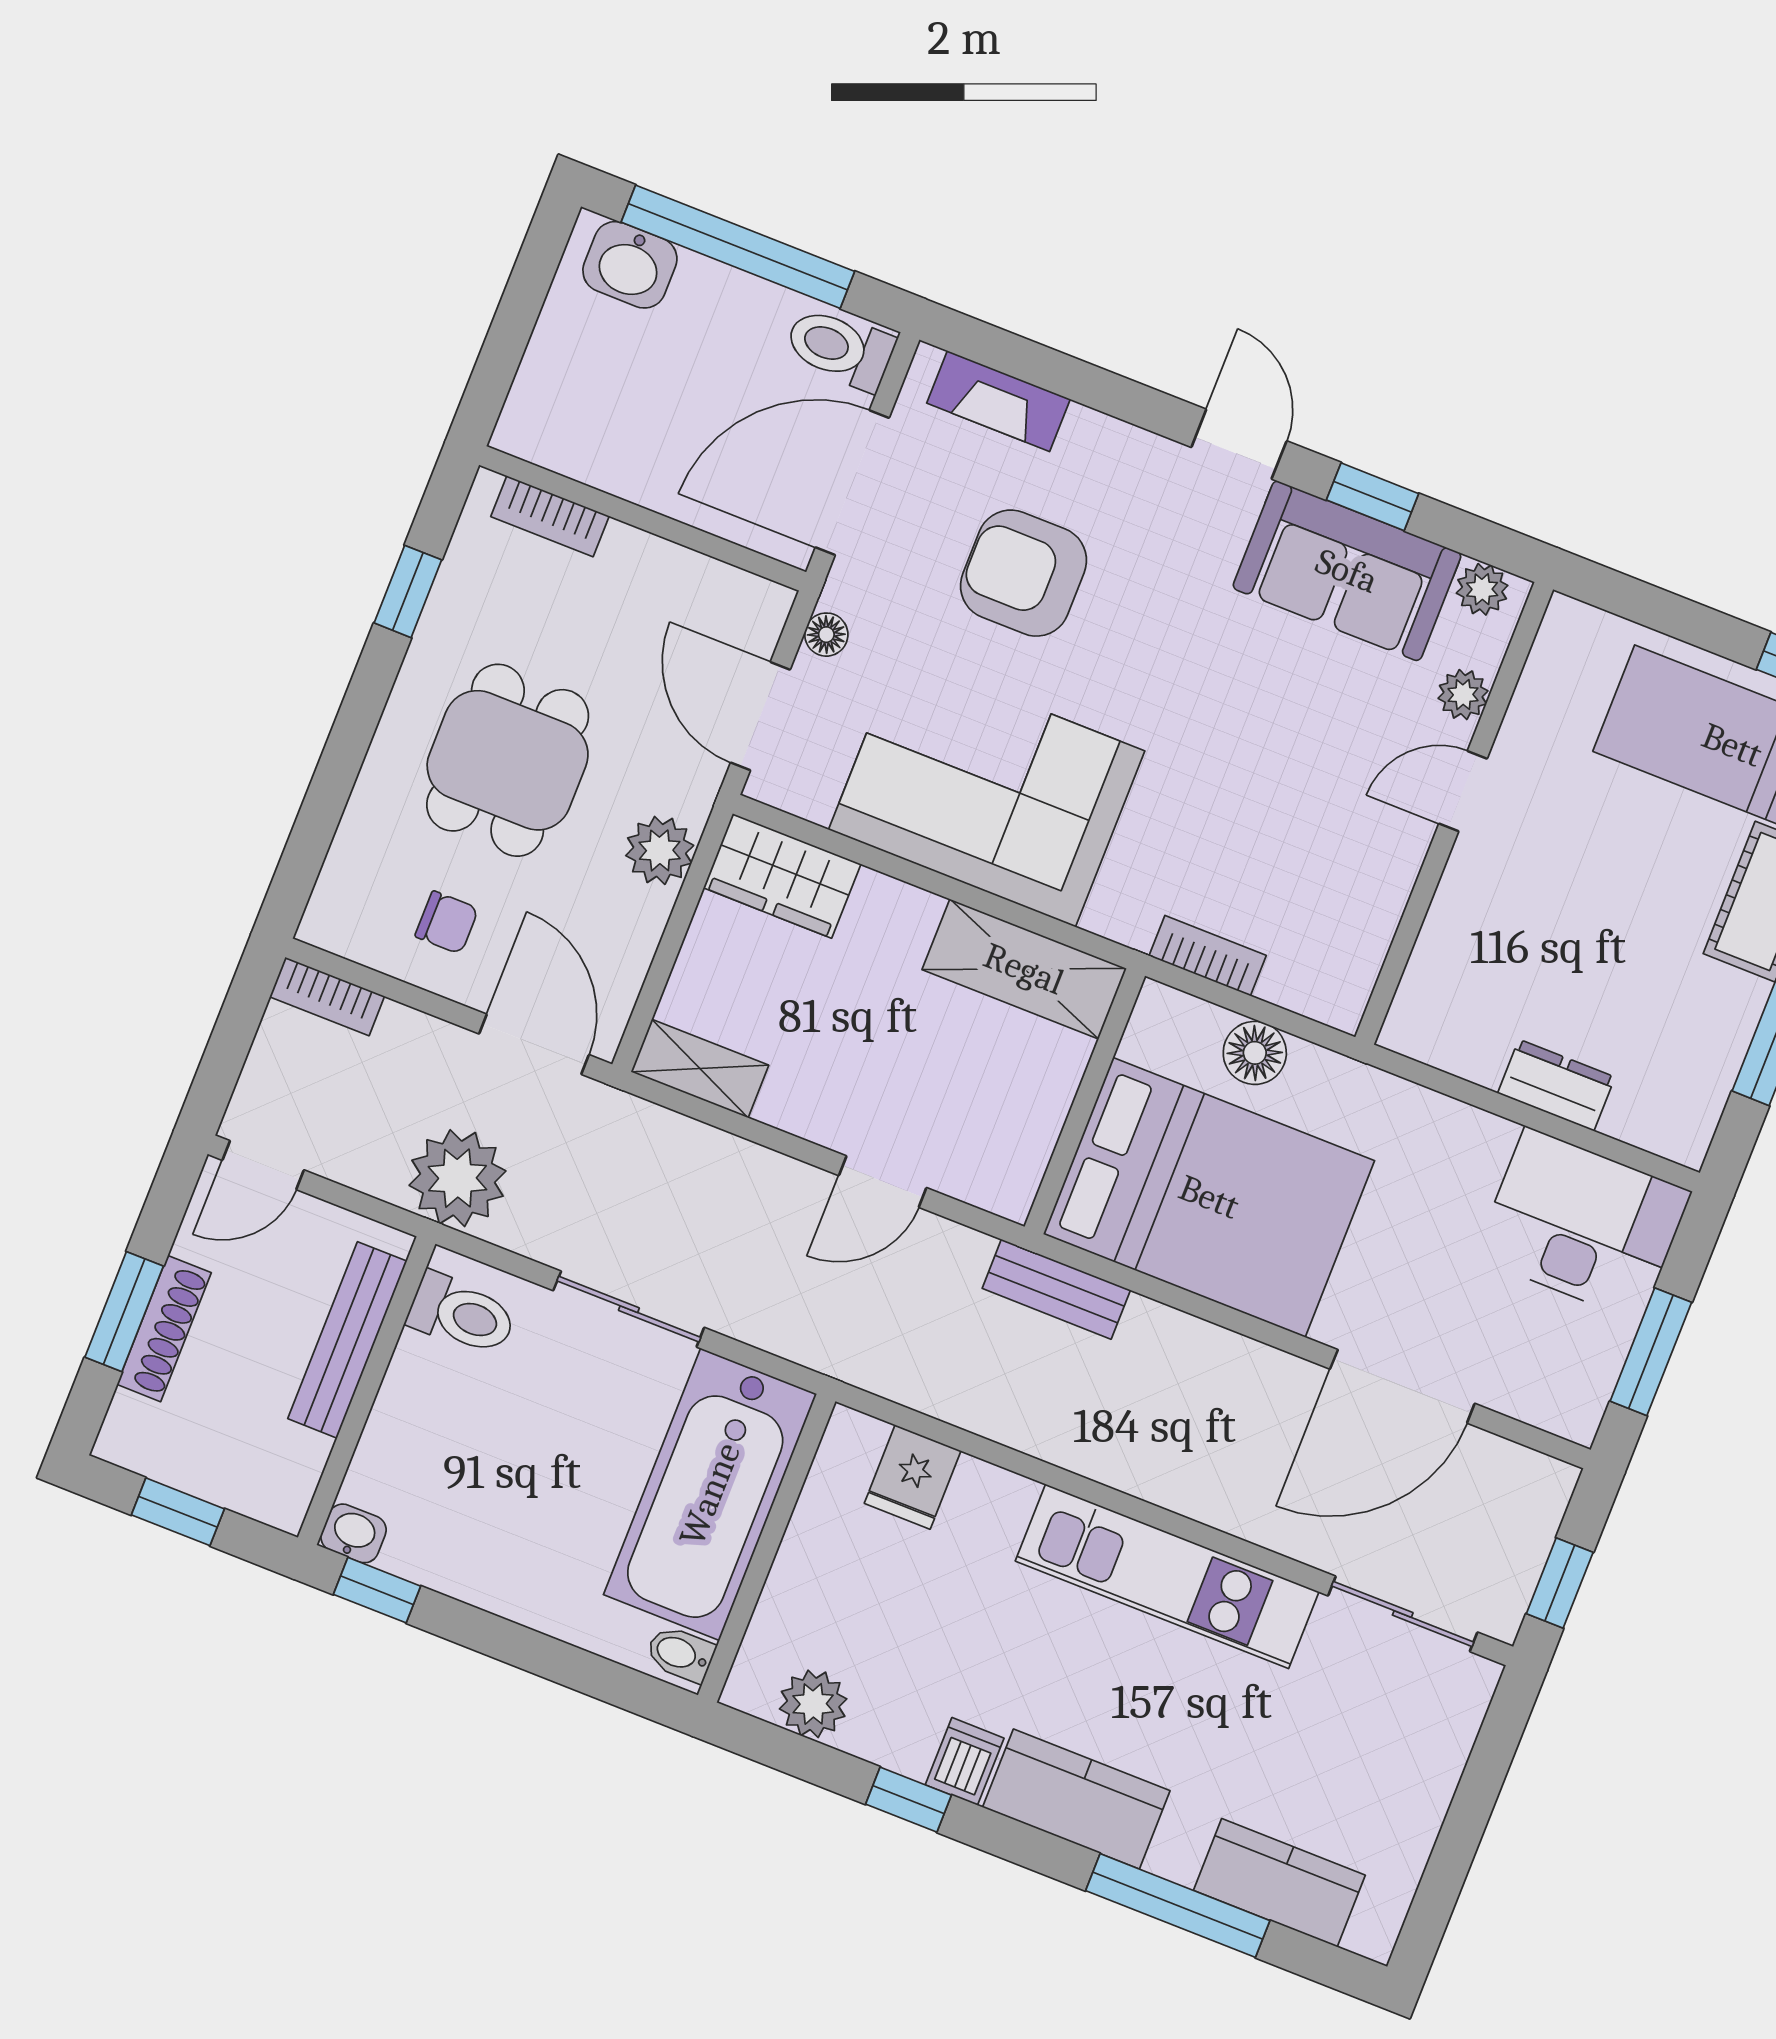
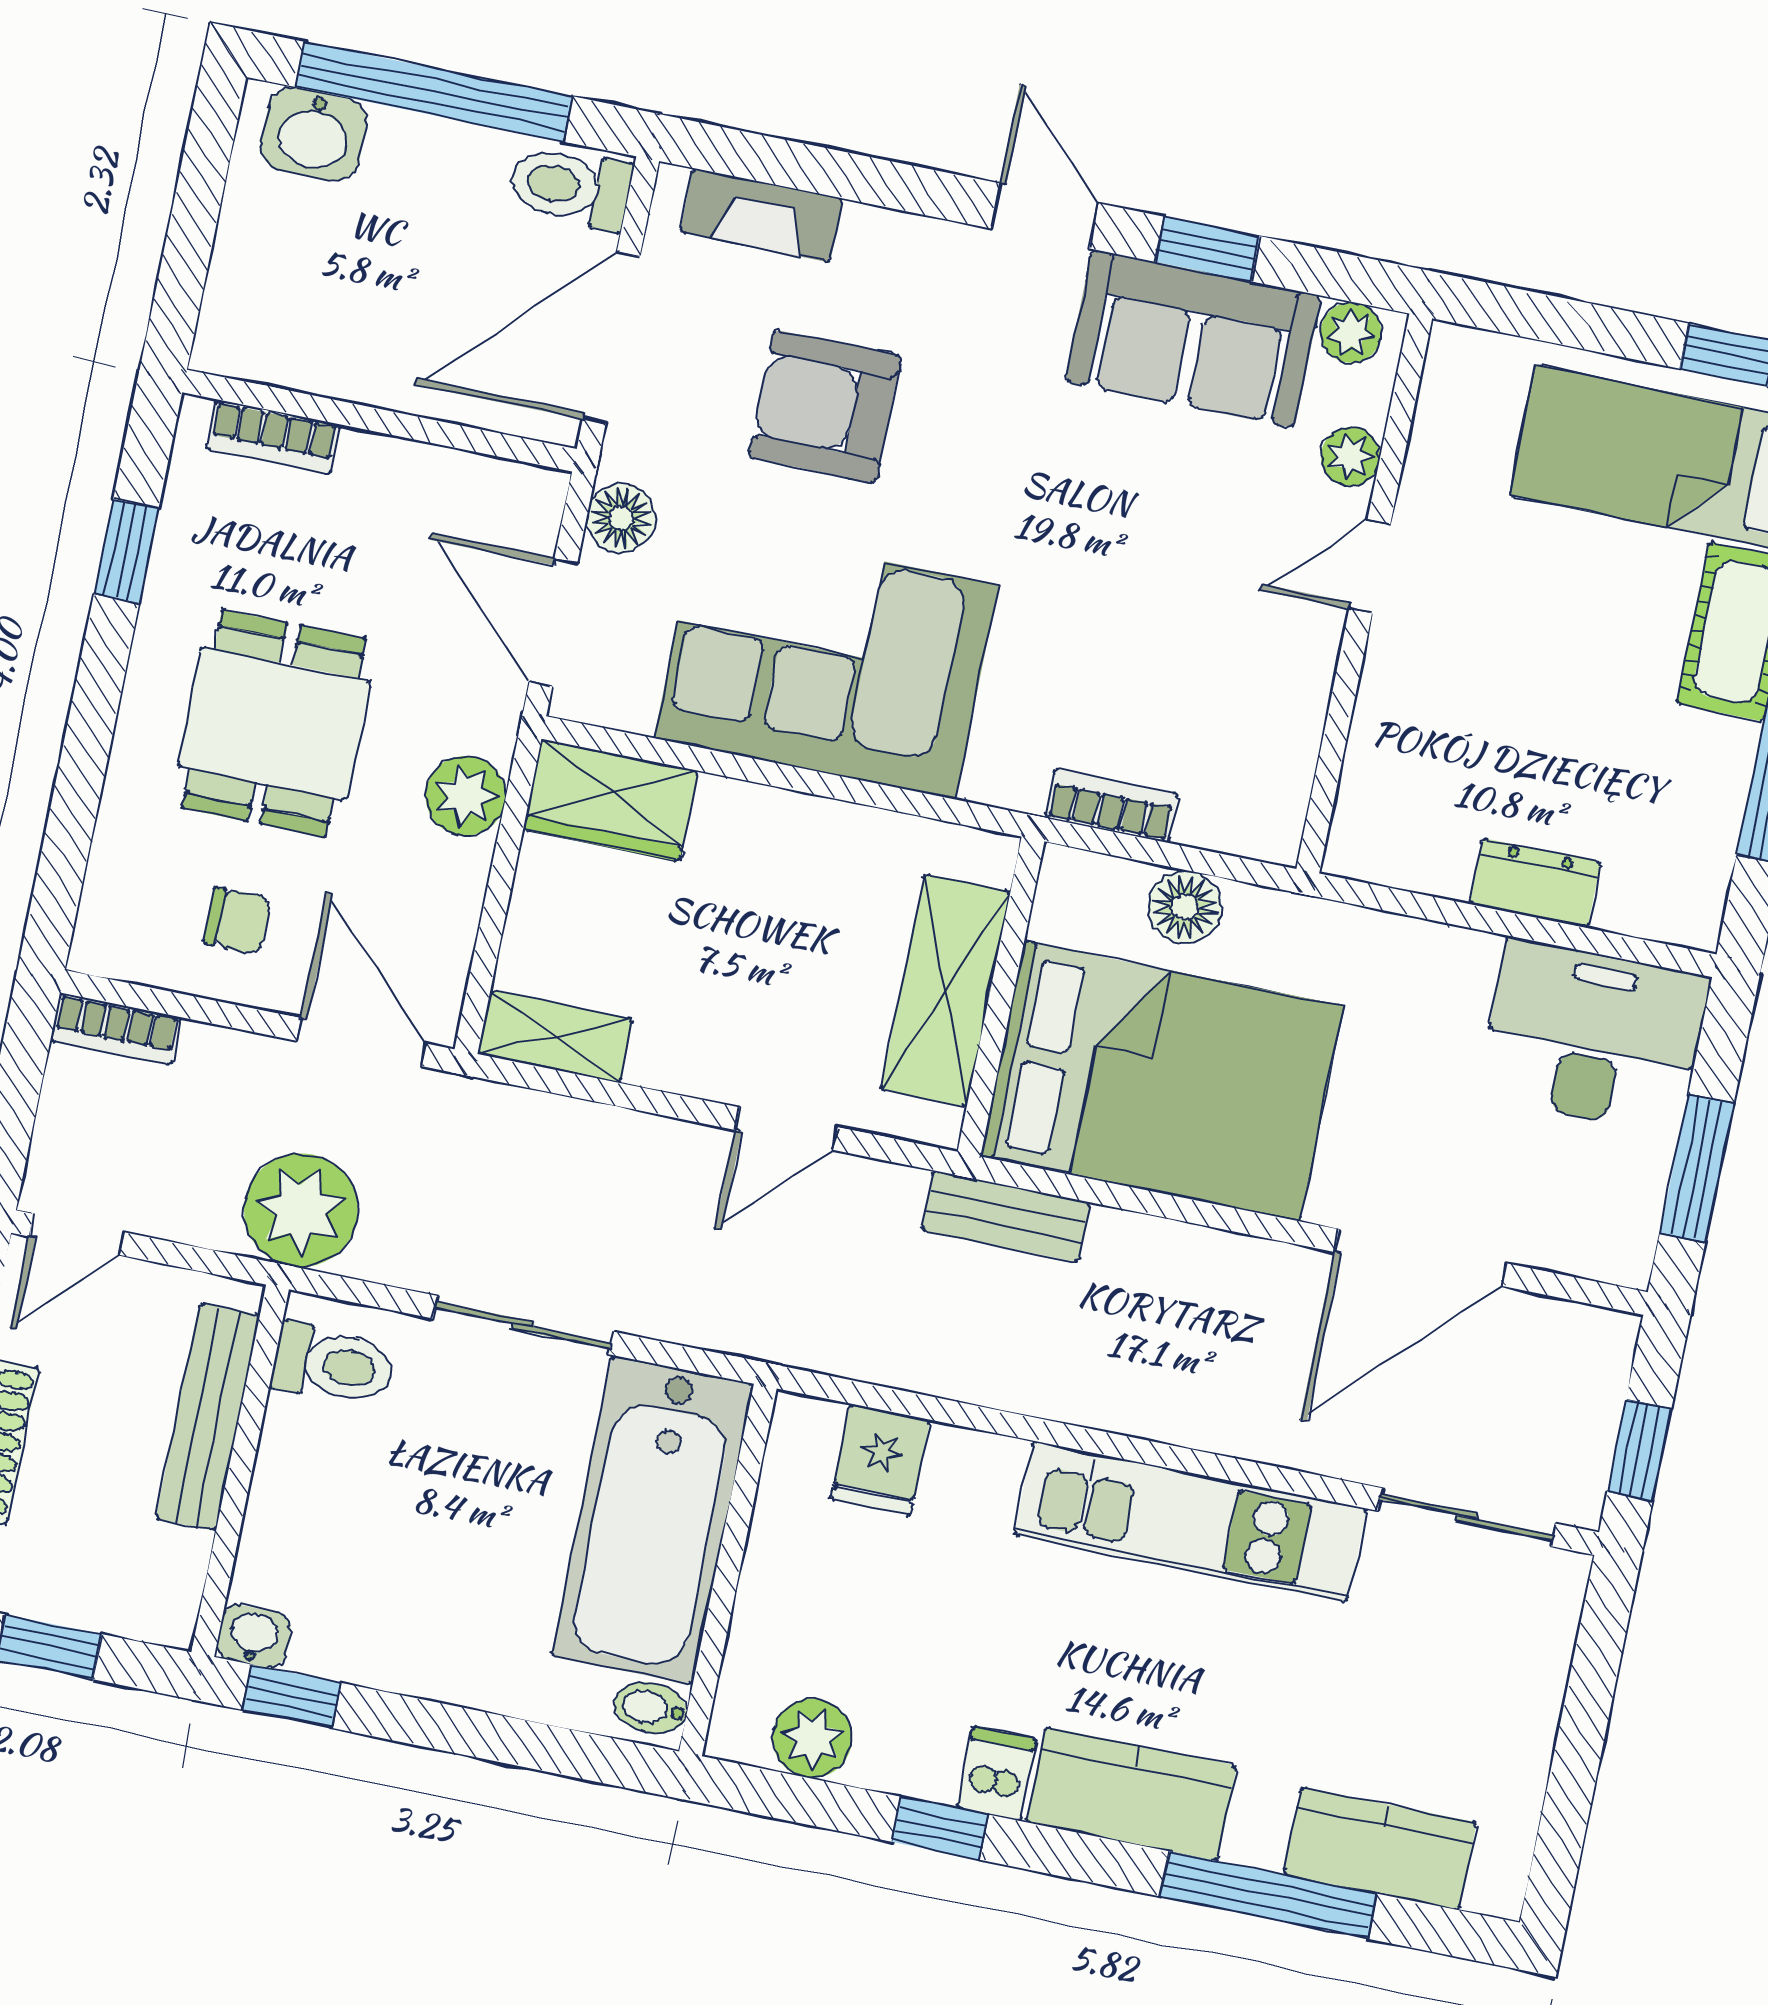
floor lamp: (826, 635) -> (621, 518), width x1.37, depth x1.37
shelving: (1024, 969) -> (946, 990), moved, turned 90

